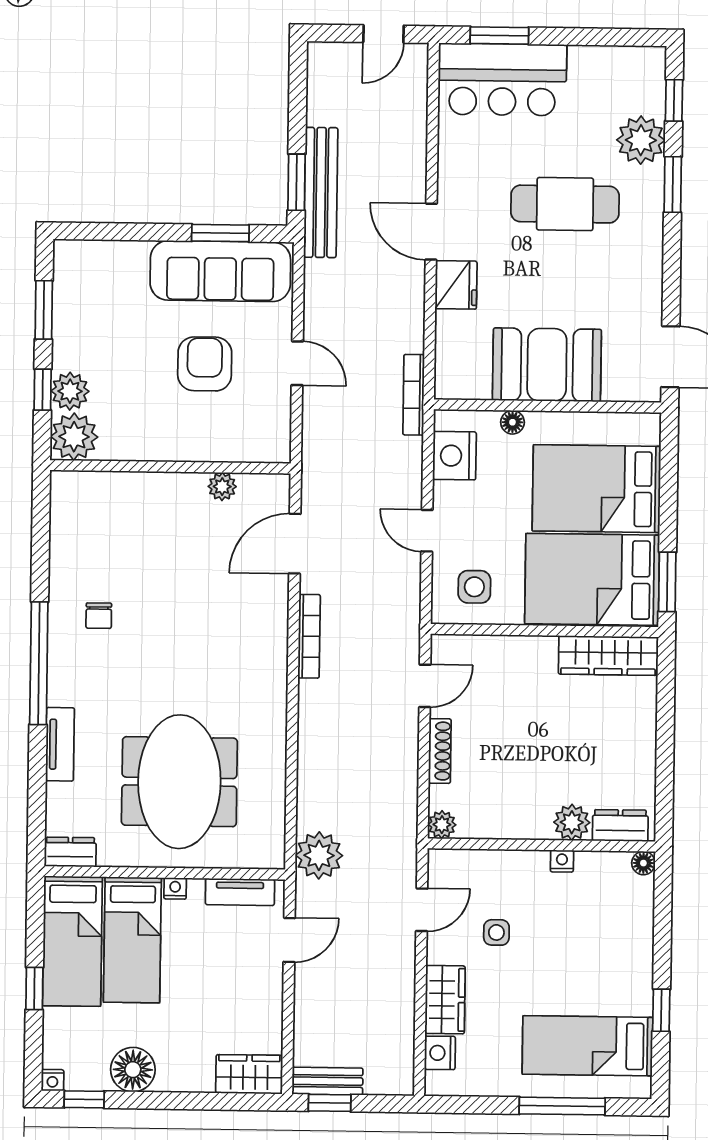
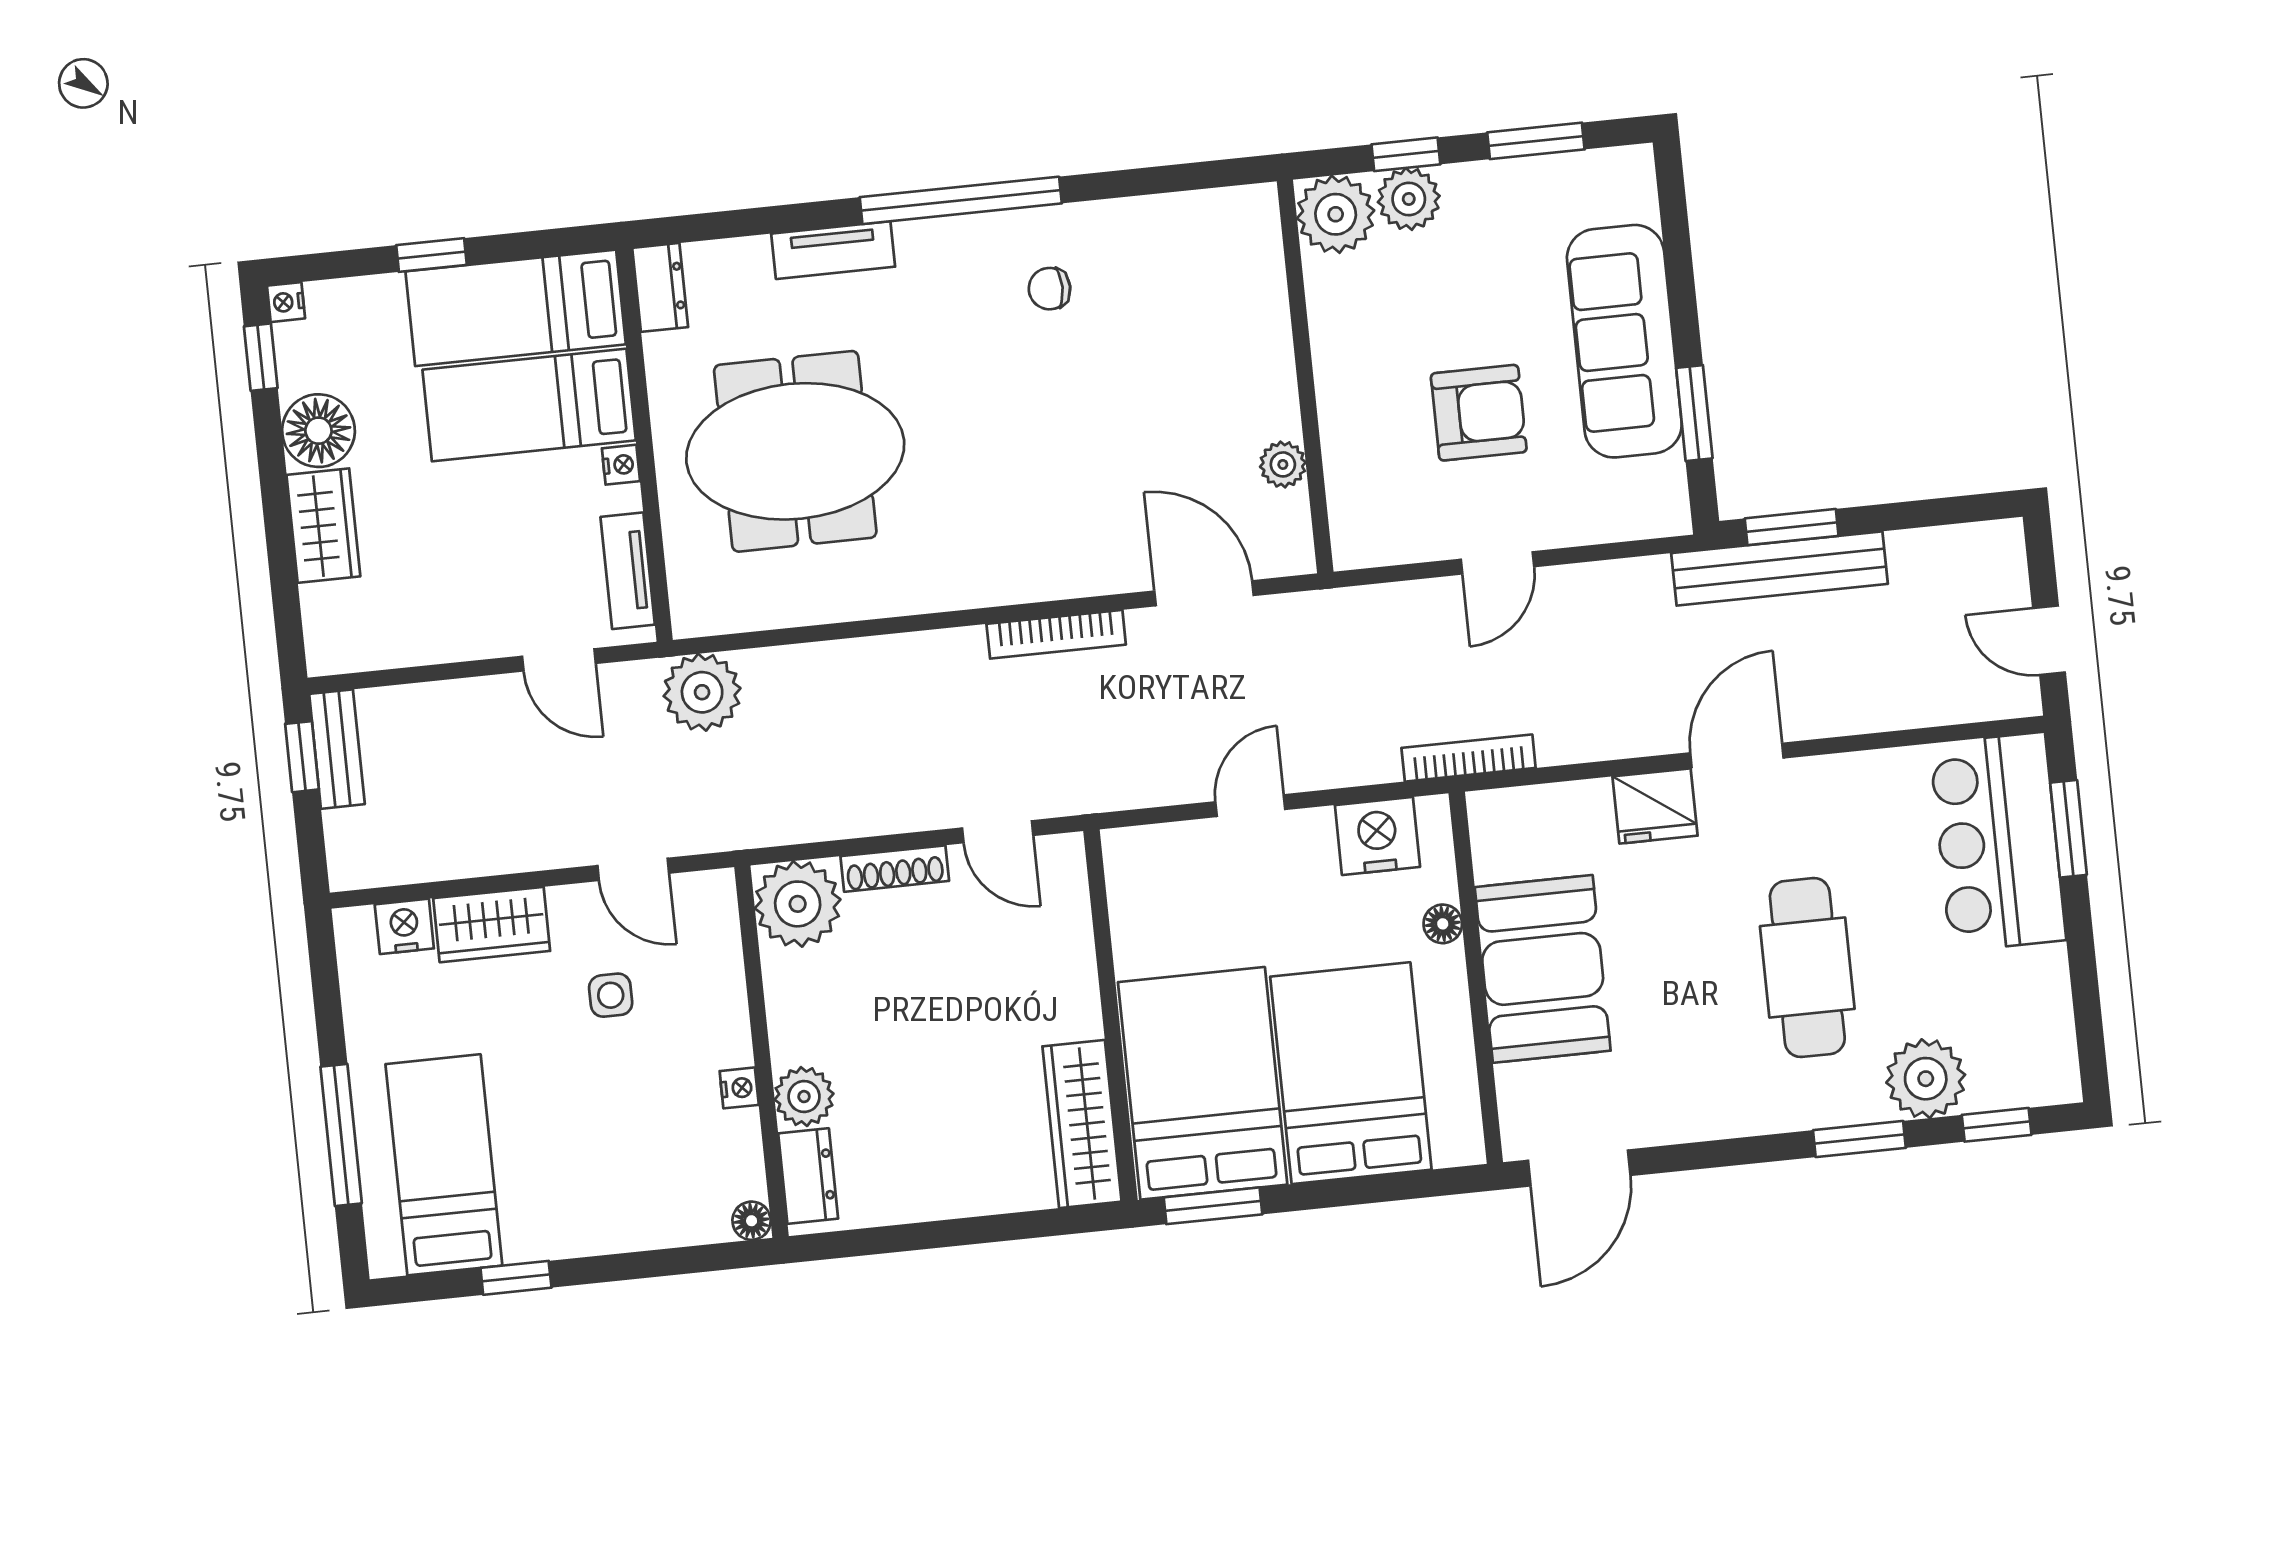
sofa: (220, 271) -> (1624, 341), moved
side table: (474, 587) -> (1168, 893), removed
plant: (442, 825) -> (798, 904), width x1.87, depth x1.87
wardrobe: (249, 1074) -> (323, 526), moved

